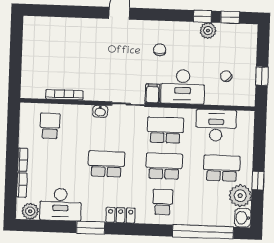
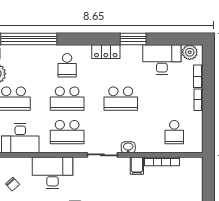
filing cabinet: (152, 93) -> (137, 166), moved

